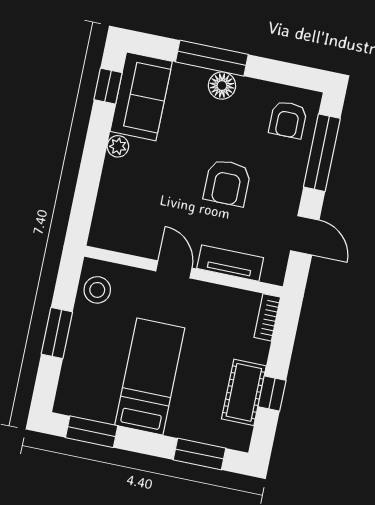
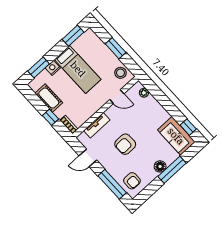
armchair: (288, 120) -> (132, 181), turned 180
plant: (118, 146) -> (144, 93), moved
armchair: (227, 183) -> (125, 144), turned -91
door: (174, 269) -> (117, 97), moved
window: (272, 394) -> (50, 117), moved
nightstand: (181, 426) -> (53, 68), added

